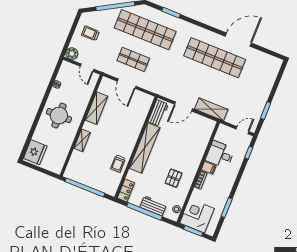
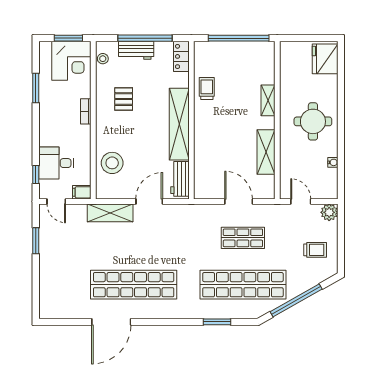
door: (243, 130) -> (56, 201), hinge flipped
stool: (197, 140) -> (112, 163), added
desk: (220, 155) -> (56, 163), moved, turned 180
filing cabinet: (209, 168) -> (82, 192), moved

